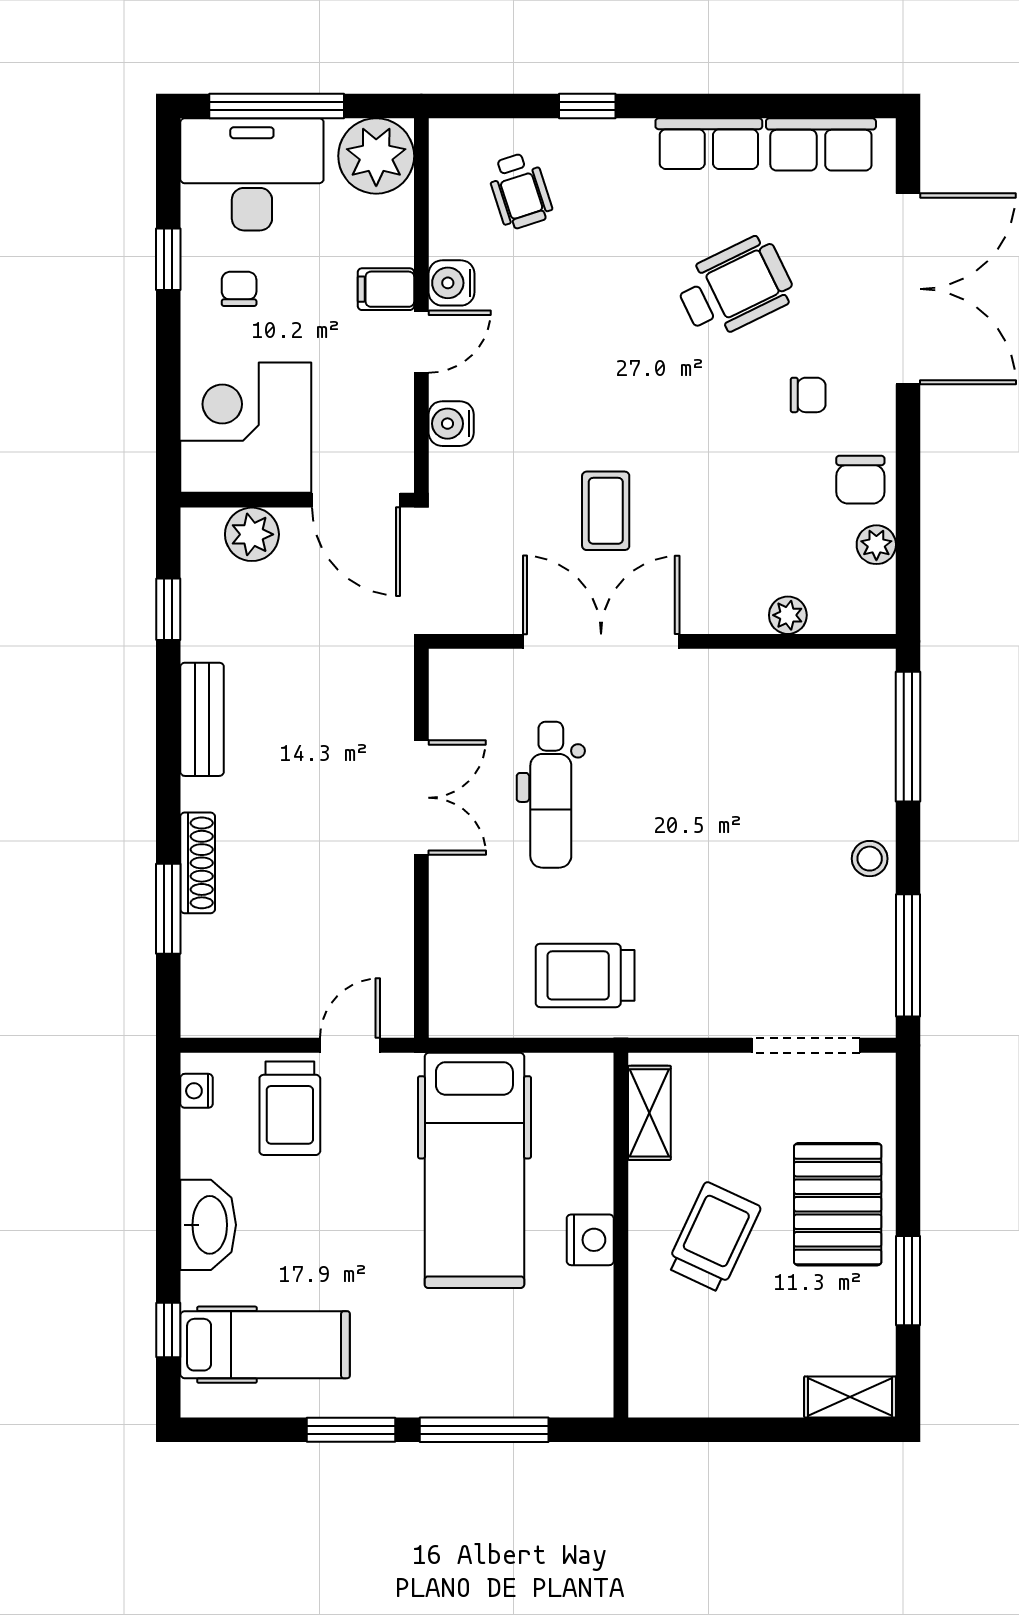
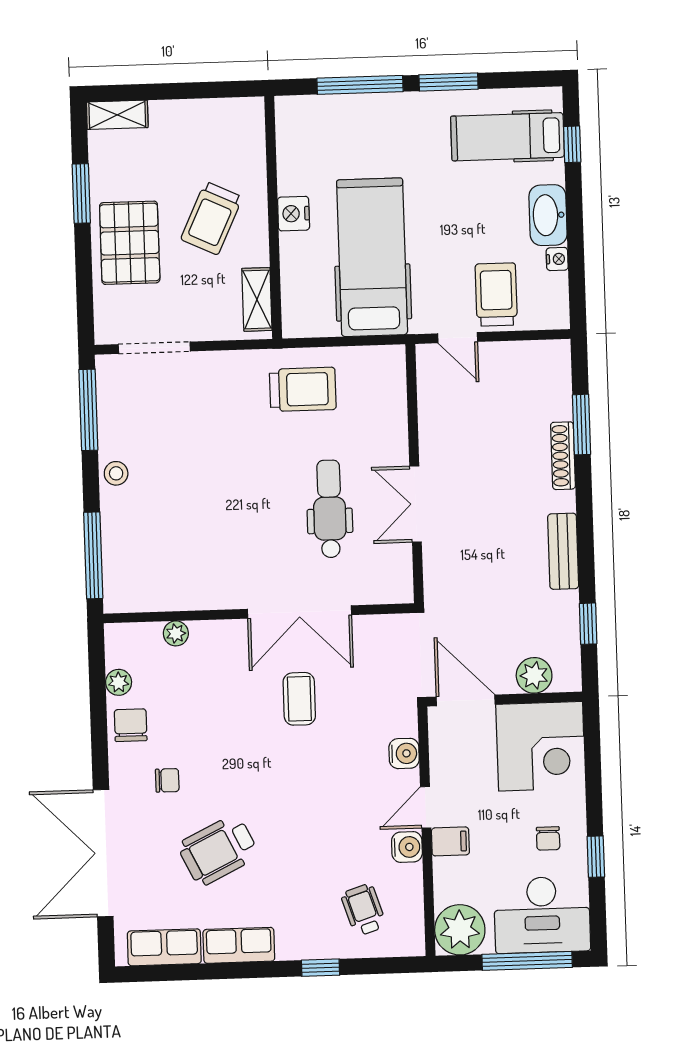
chair: (808, 395) -> (167, 780), turned 180
door: (350, 1045) -> (458, 338), hinge flipped
nightstand: (197, 1091) -> (557, 259), moved

